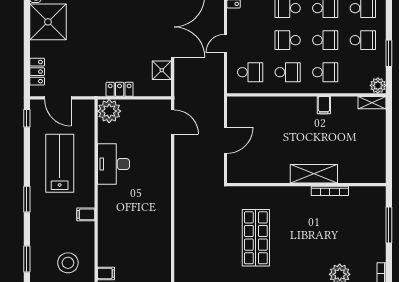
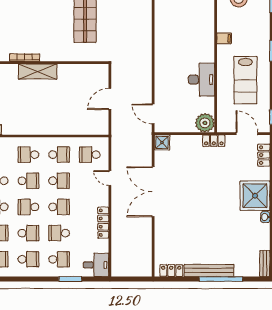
school desk: (325, 40) -> (28, 181), turned 180
door: (226, 44) -> (110, 178), swing flipped
shower: (162, 70) -> (162, 142), moved
school desk: (288, 72) -> (59, 155), turned 180
locker: (120, 89) -> (214, 141), moved
filing cabinet: (324, 105) -> (29, 128), removed

